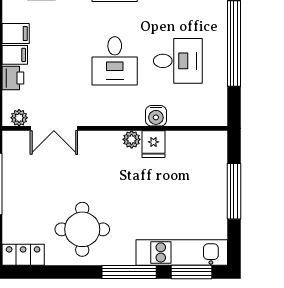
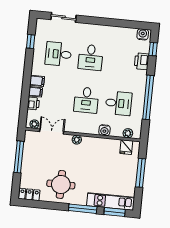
plant: (202, 117) -> (128, 133), added
double door: (54, 128) -> (52, 131), swing flipped
plant: (132, 139) -> (77, 140), moved
fridge: (153, 144) -> (126, 147), moved

